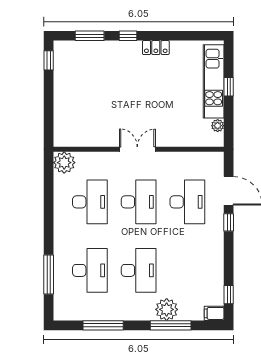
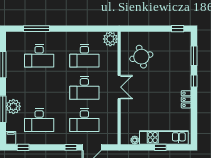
round table: (91, 115) -> (141, 57), added
desk: (139, 270) -> (39, 120), moved

